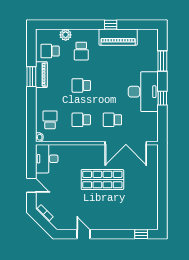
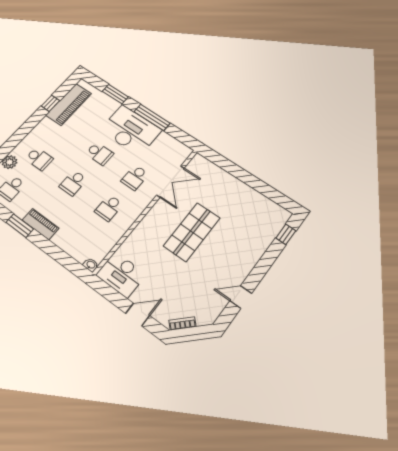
window: (111, 25) -> (50, 103), moved
piano: (118, 37) -> (69, 104), moved
piano: (41, 75) -> (41, 224), moved
window: (162, 98) -> (152, 117), width x2.17
school desk: (50, 120) -> (100, 154), moved, turned 180
double door: (126, 143) -> (171, 182), width x0.73

